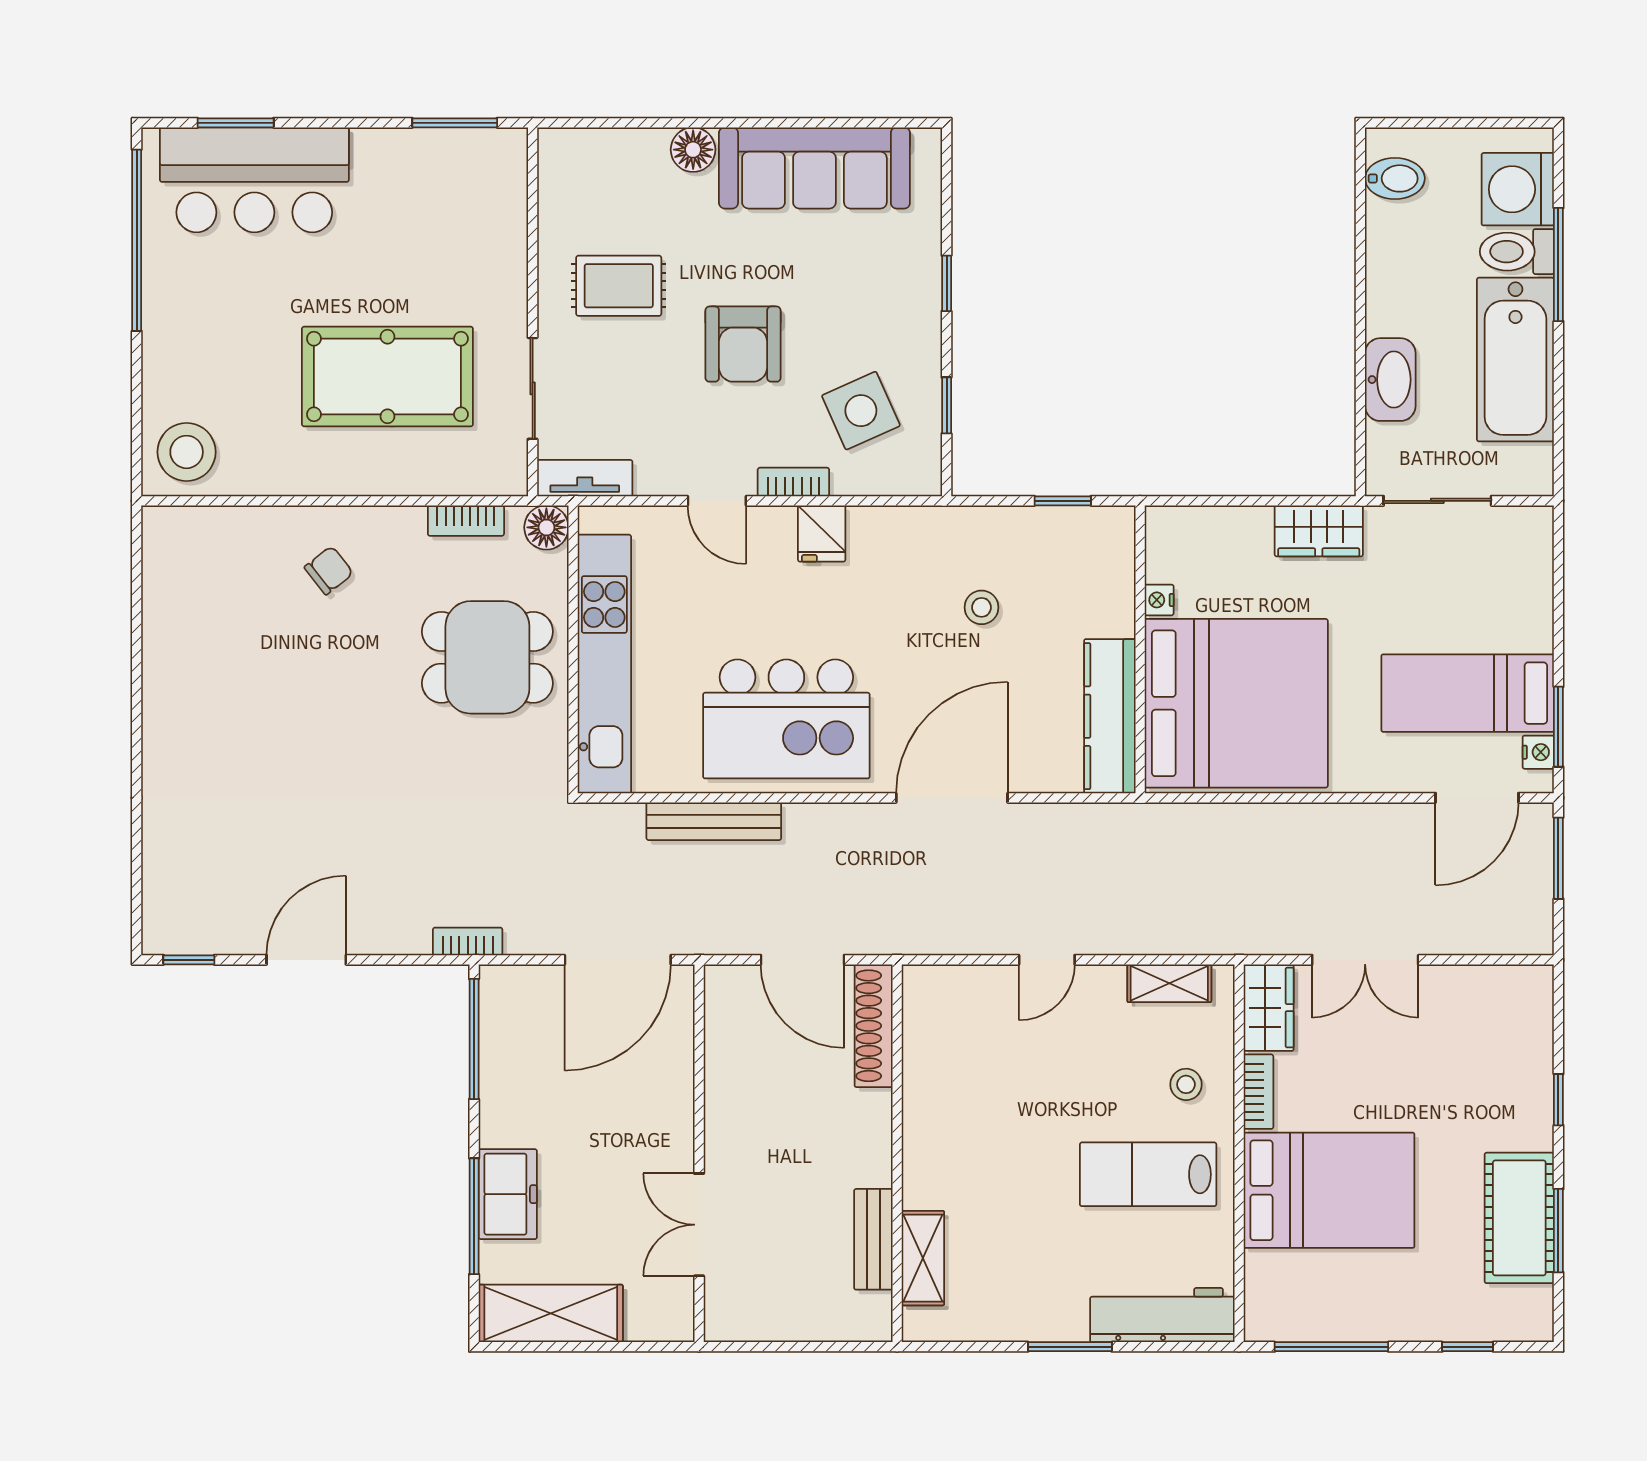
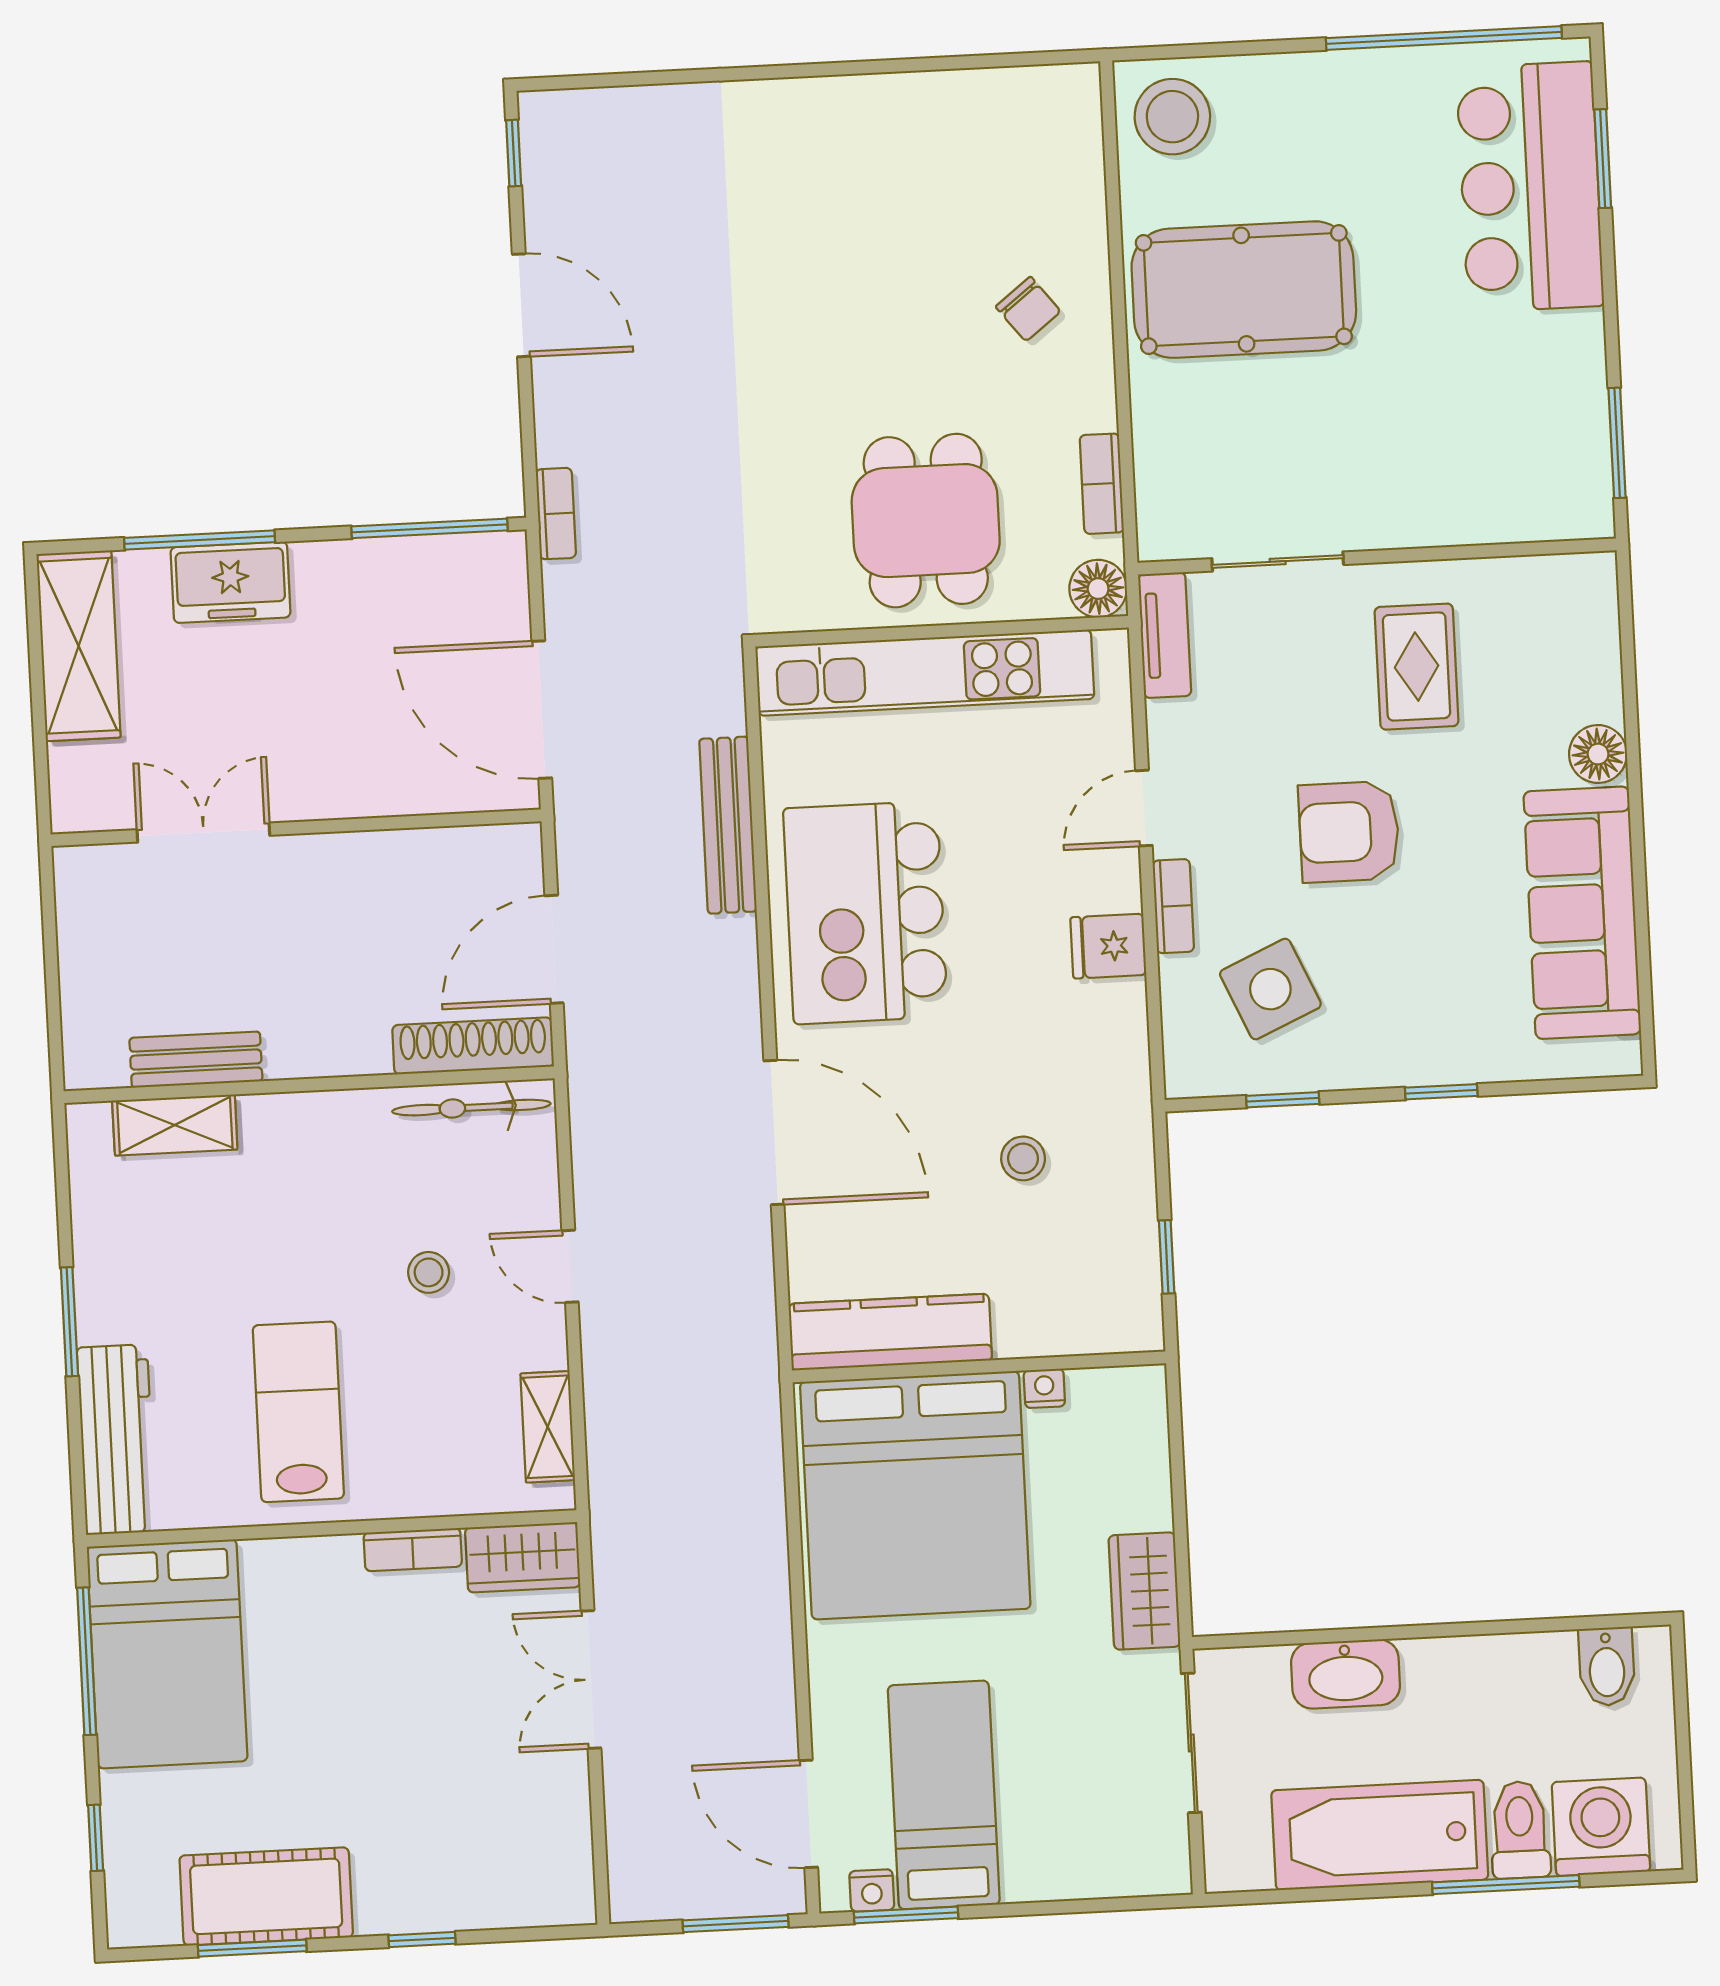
pool table: (387, 377) -> (1244, 290), moved, turned 90
bicycle: (921, 1029) -> (471, 1108), added
stool: (1186, 1084) -> (429, 1272), moved
bed: (1329, 1190) -> (167, 1654), moved

